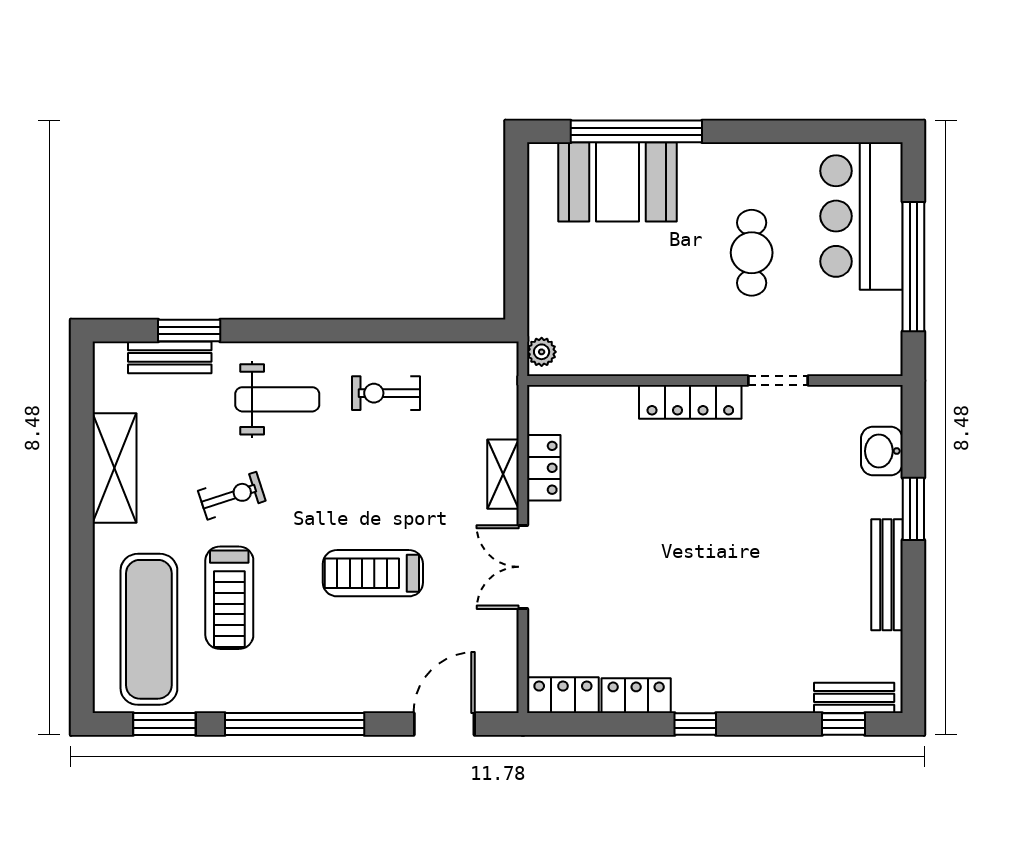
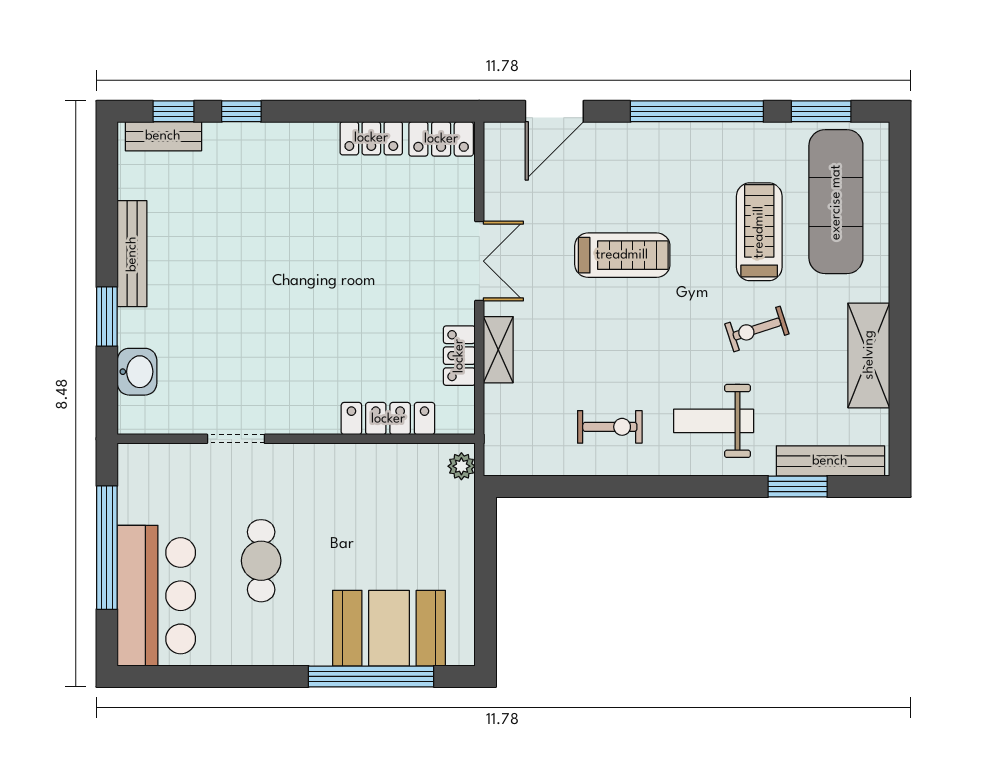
bench: (170, 357) -> (830, 461), width x1.36
locker: (690, 402) -> (388, 419), moved
window: (695, 724) -> (241, 111), moved

